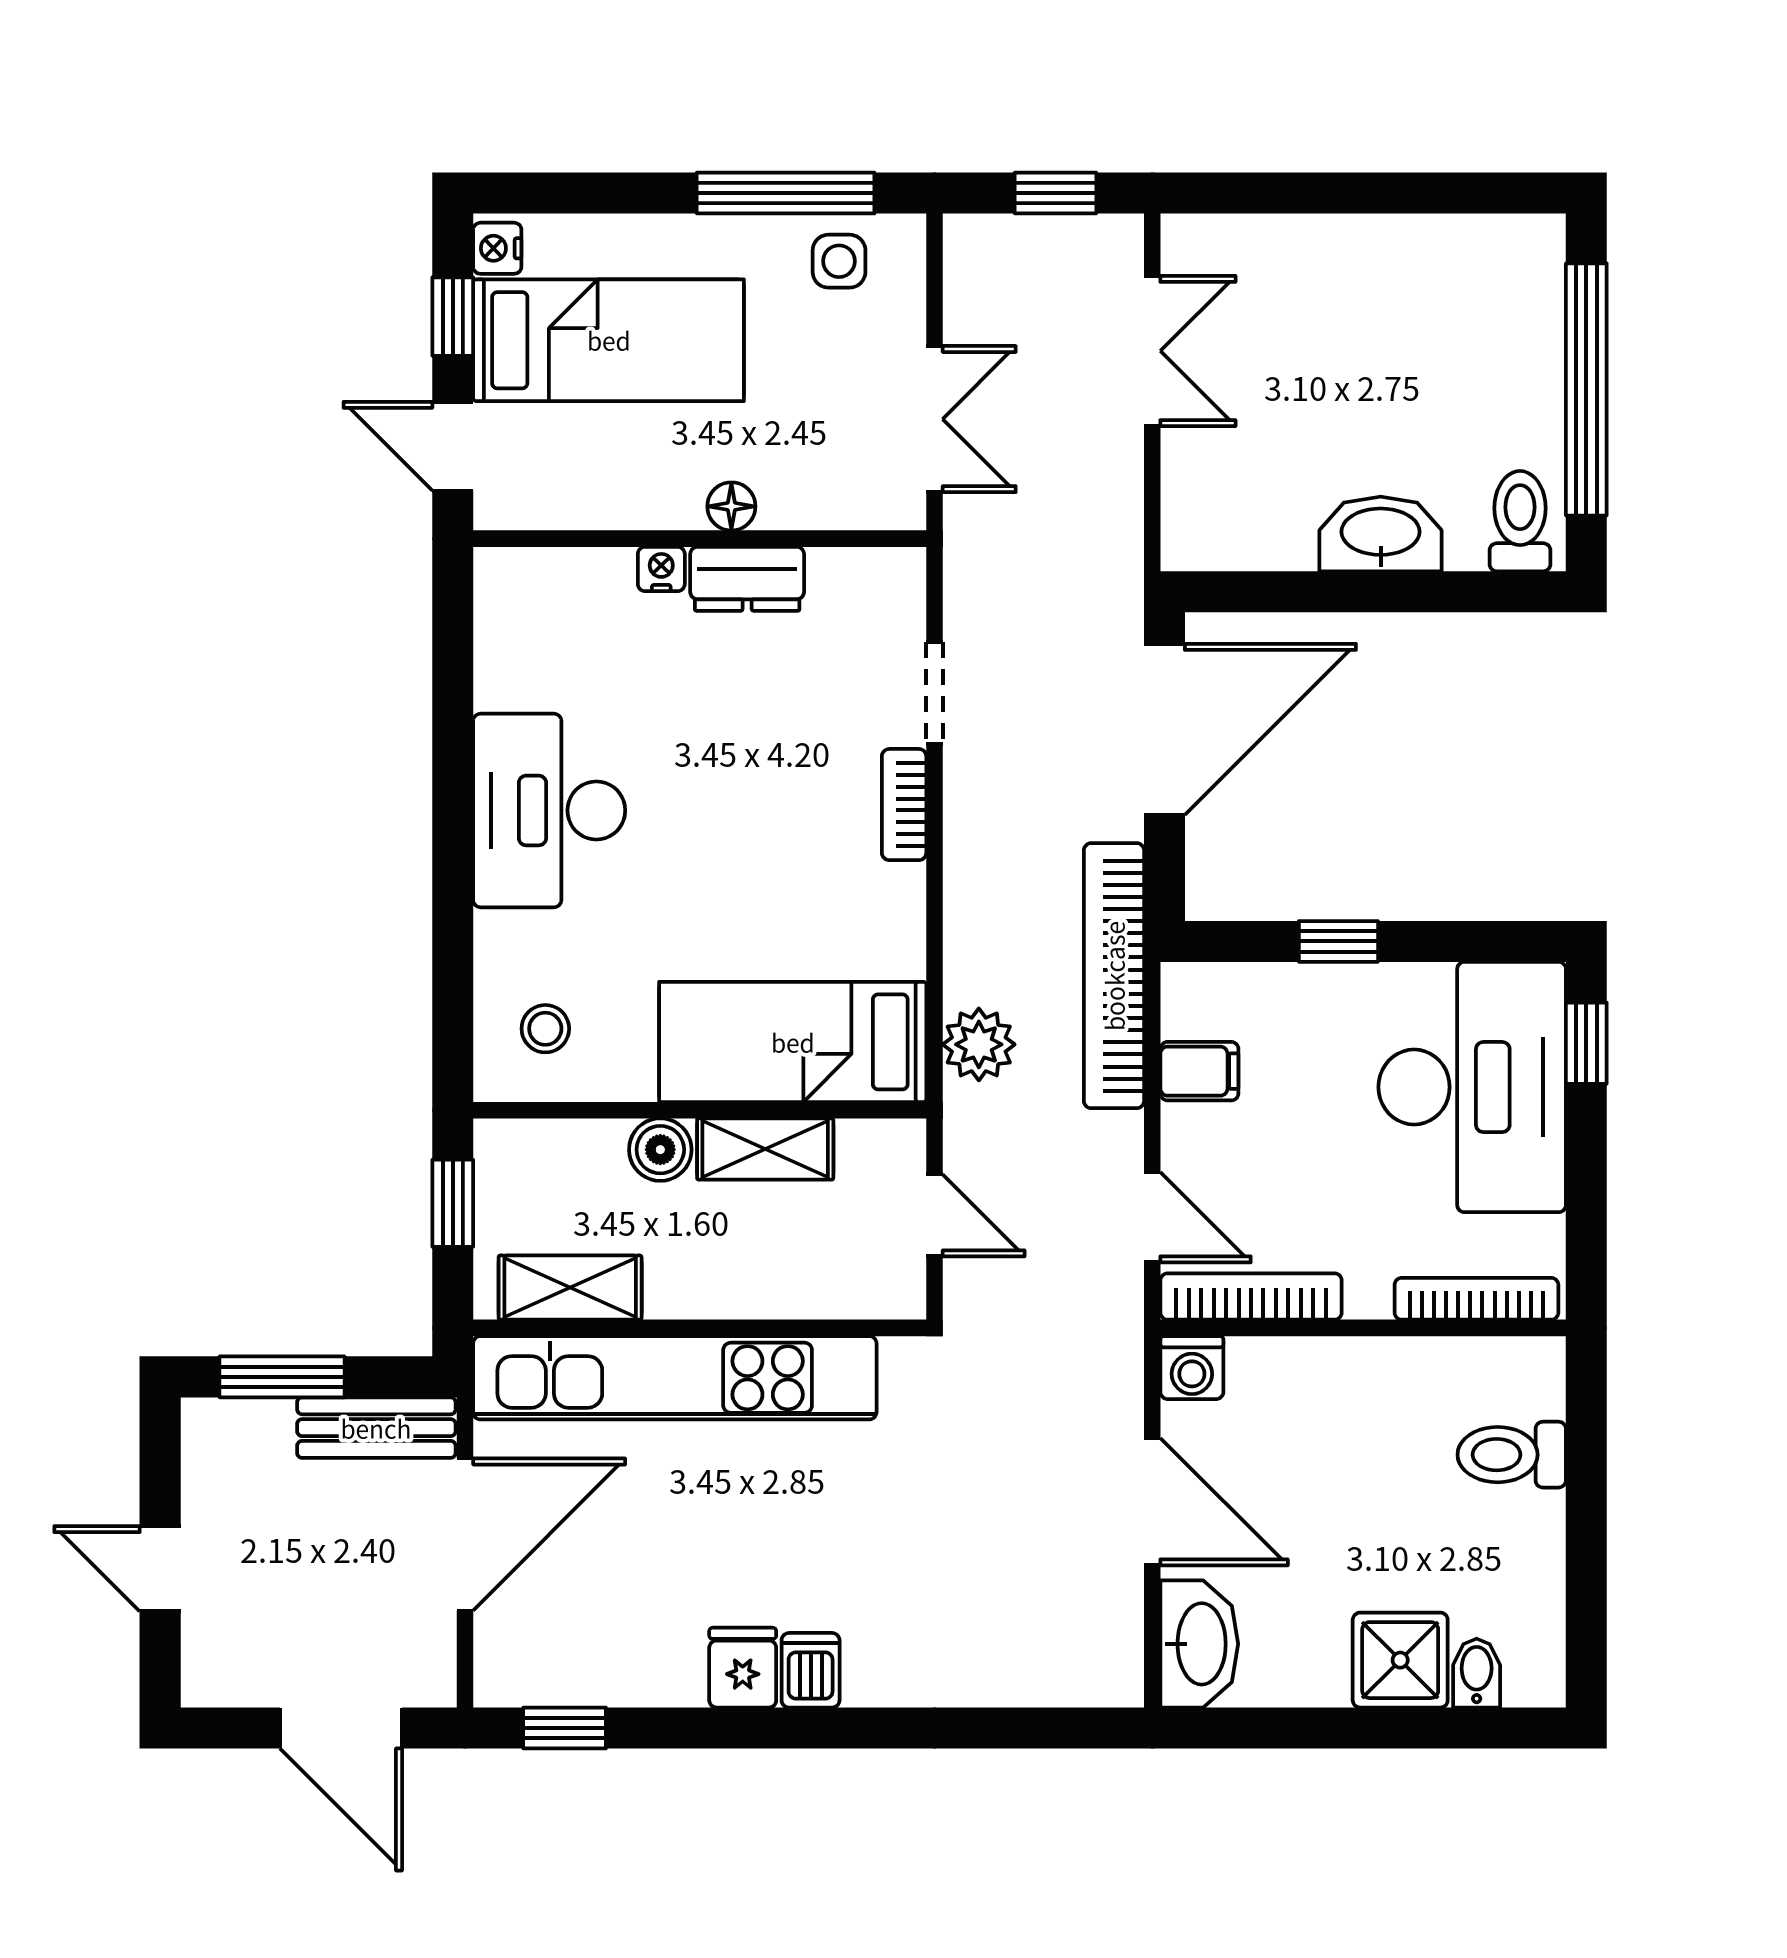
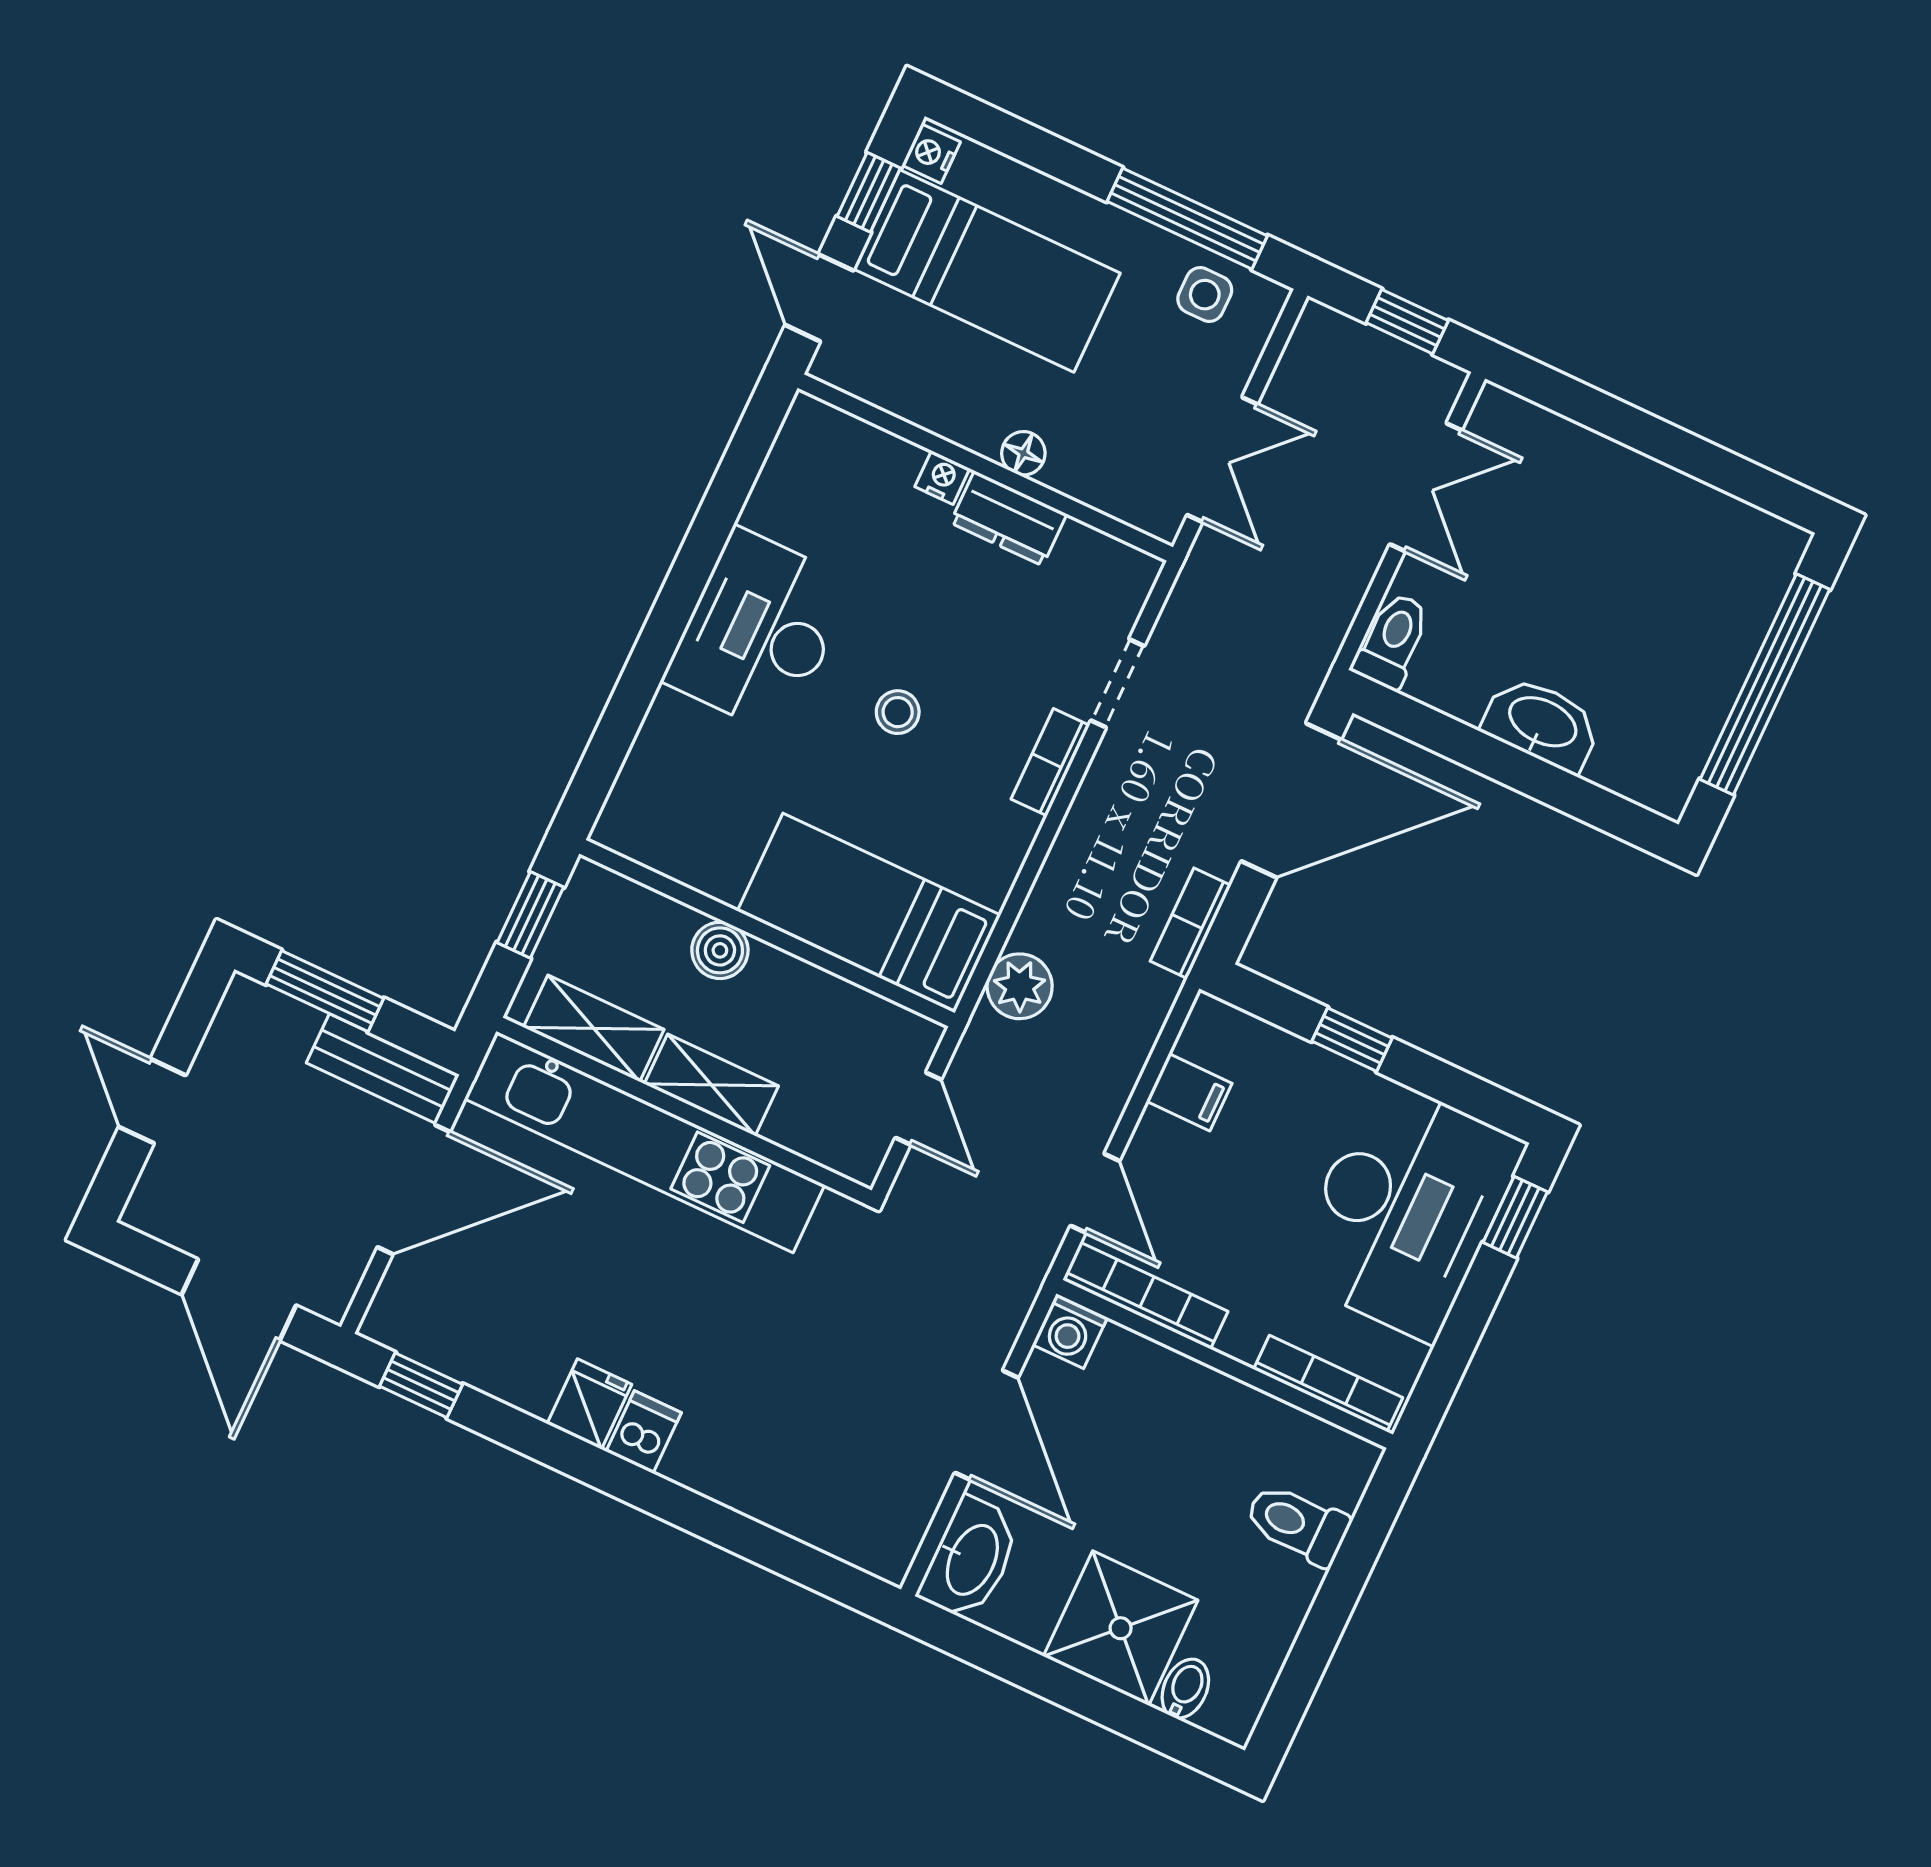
toilet: (1520, 521) -> (1392, 641), moved
bookcase: (1114, 976) -> (1191, 923), width x0.43, depth x0.76
stool: (545, 1029) -> (898, 712), moved
shelving: (765, 1149) -> (711, 1085), moved
shower: (1400, 1660) -> (1121, 1628), width x1.36, depth x1.36

